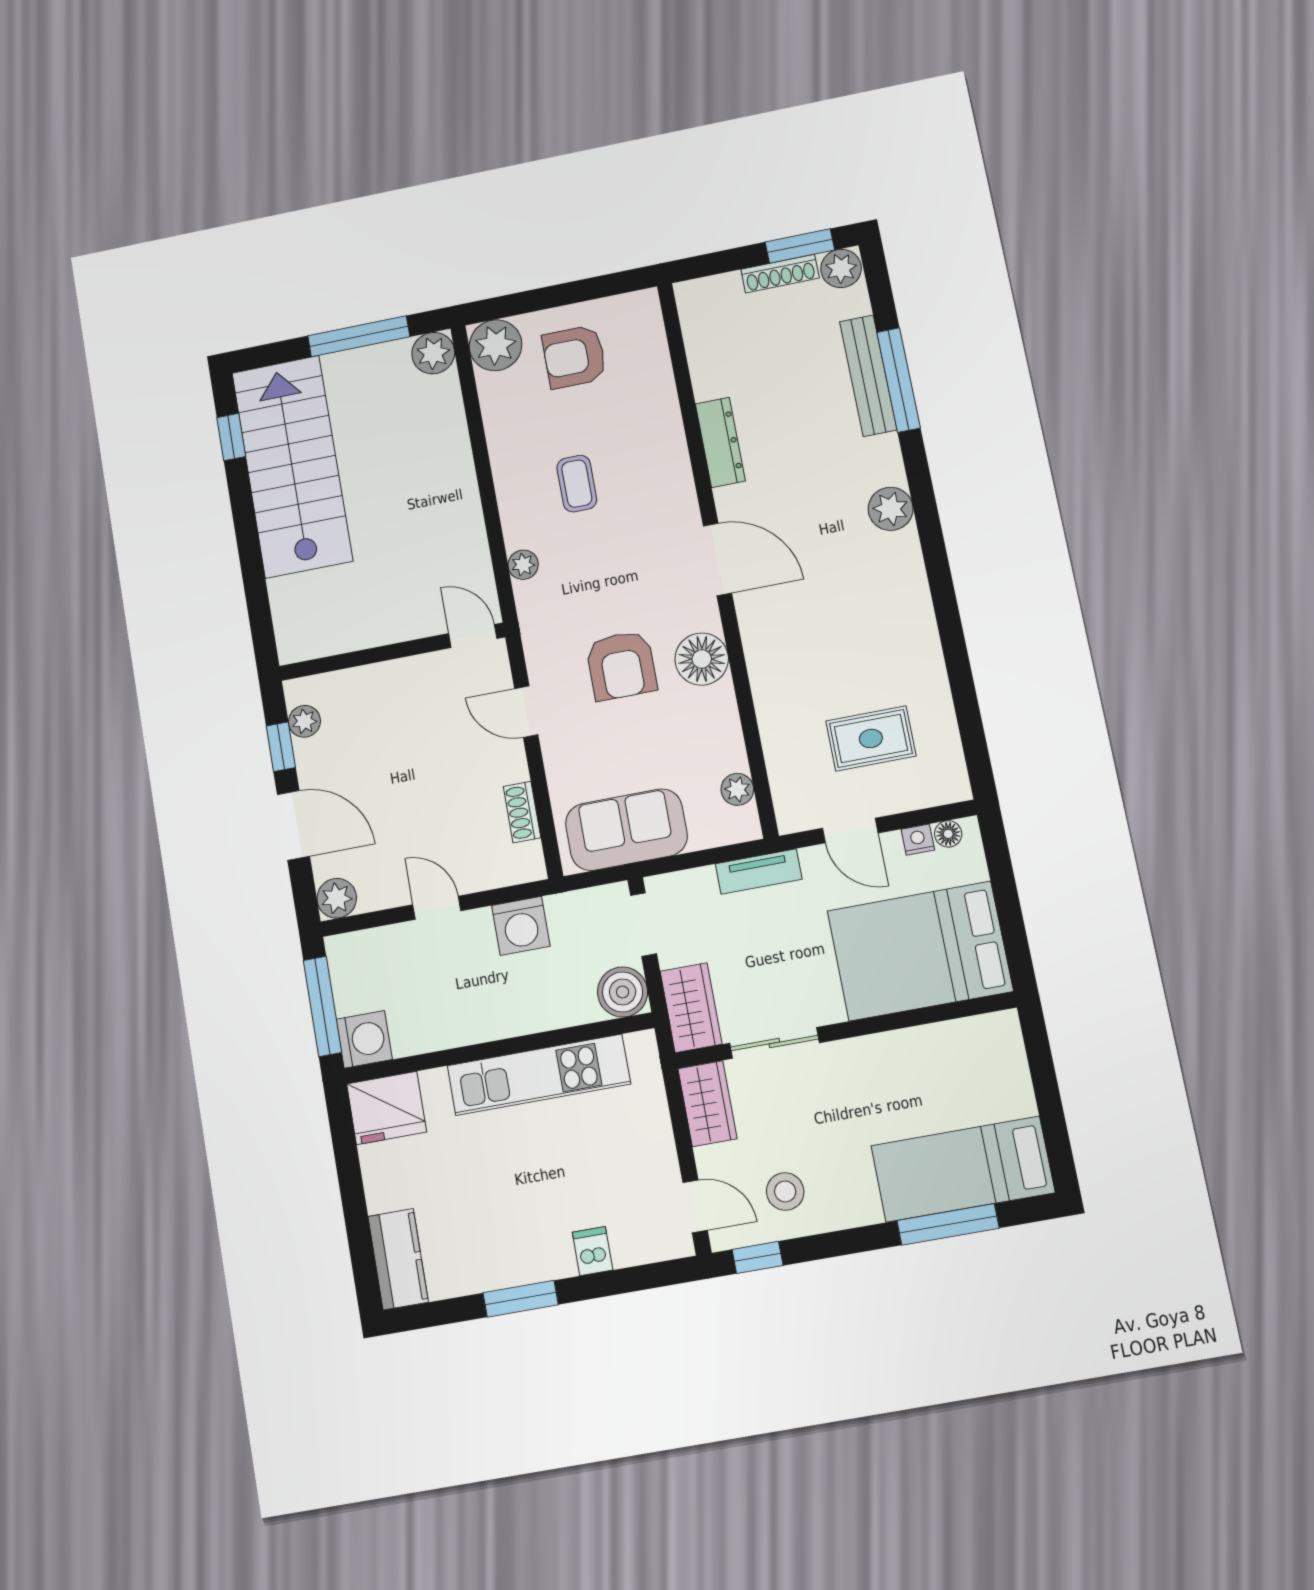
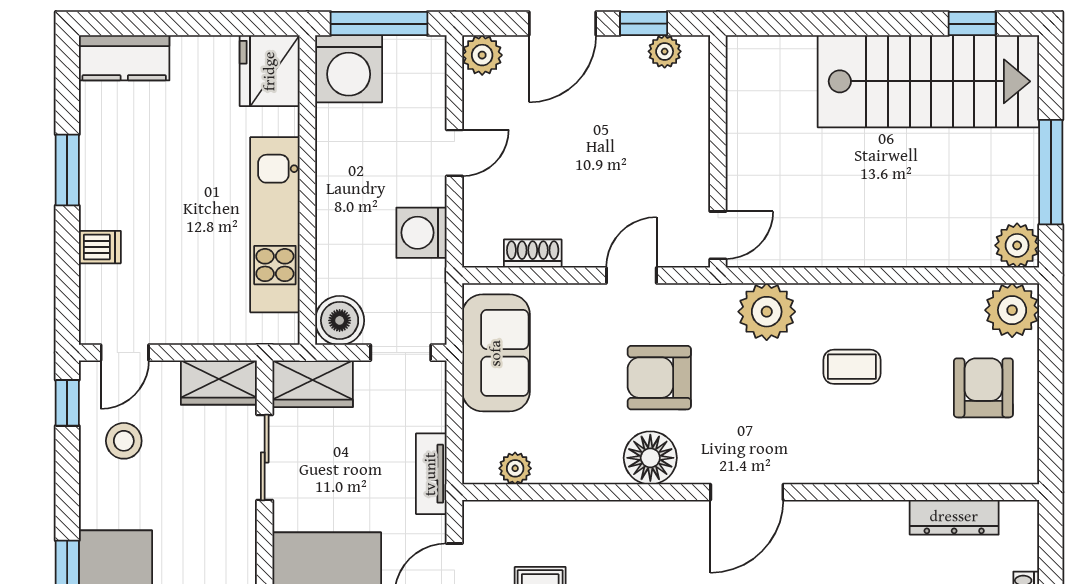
dresser: (720, 442) -> (954, 517), moved
plant: (523, 565) -> (767, 312), width x1.87, depth x1.87
washing machine: (364, 1039) -> (349, 69), width x1.37, depth x1.37

